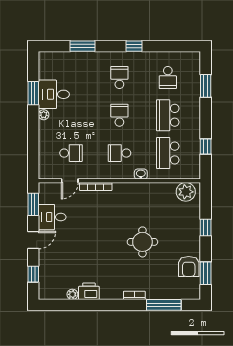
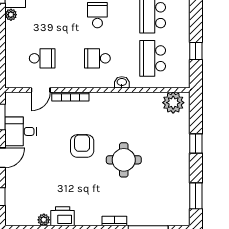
armchair: (189, 266) -> (82, 146), moved, turned 180

